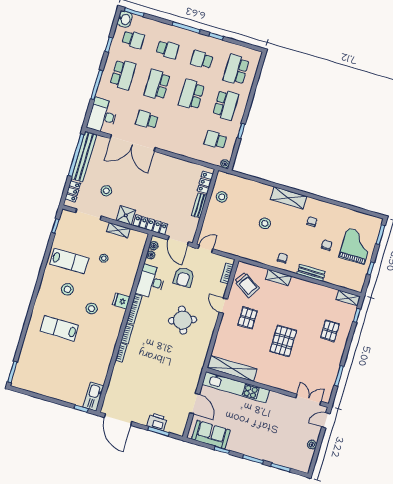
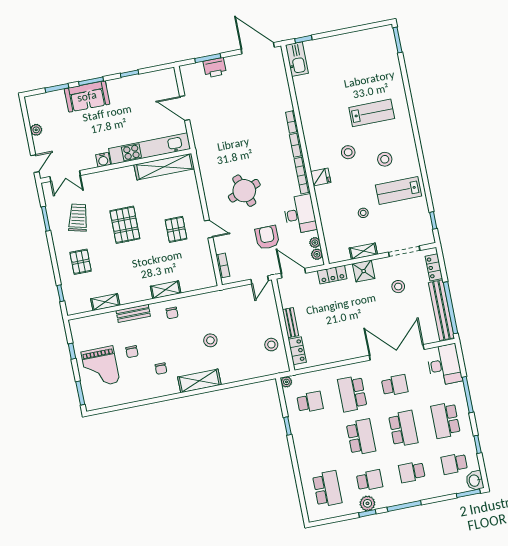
plant: (212, 44) -> (367, 503), added
school desk: (226, 105) -> (352, 394), moved
locker: (150, 225) -> (332, 275), width x0.66
trolley: (247, 285) -> (78, 218), moved, turned 71
shelving: (348, 298) -> (105, 302), moved
water cooler: (274, 397) -> (103, 160), added
sofa: (211, 435) -> (87, 96), moved

